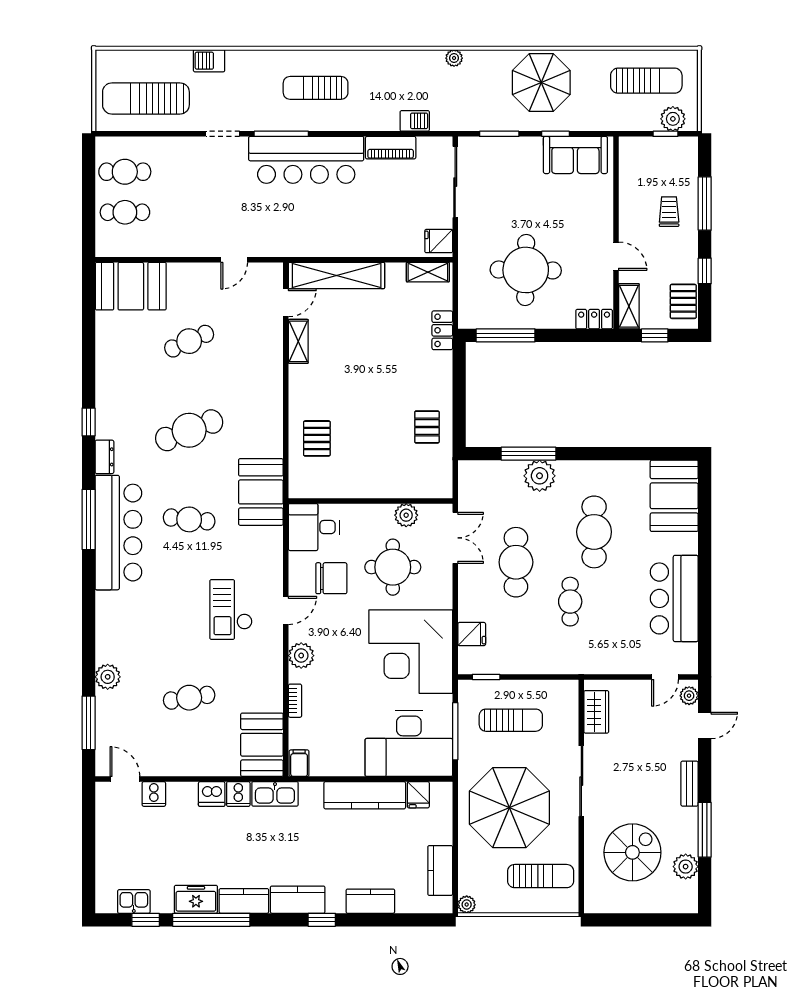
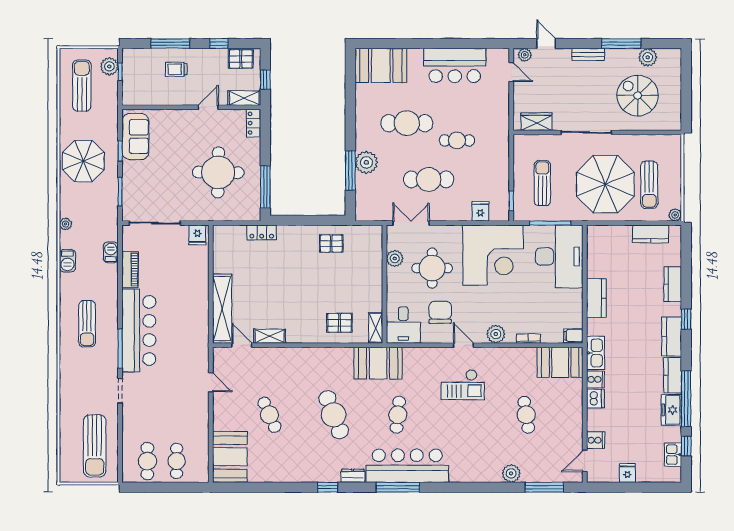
barbecue: (209, 61) -> (67, 261), moved
shelving: (428, 272) -> (376, 328), moved
kitchen counter: (365, 795) -> (596, 298), width x0.67
fridge: (418, 795) -> (627, 473), moved, turned -90
sun lounger: (541, 876) -> (649, 185), moved, turned 180

